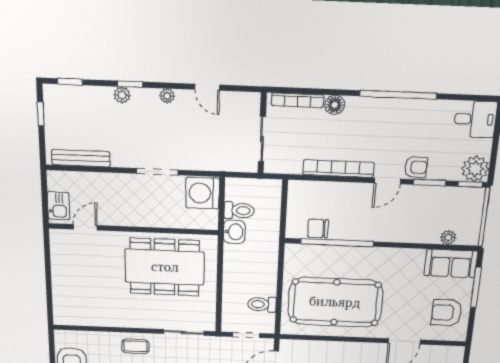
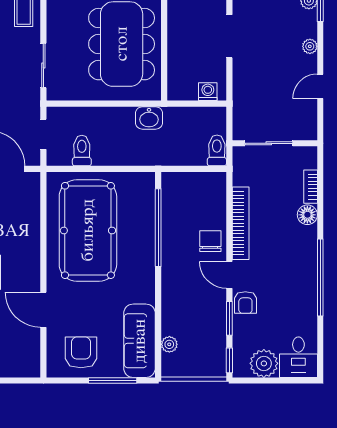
bookcase: (297, 100) -> (311, 187), width x0.64
plant: (475, 169) -> (264, 363), moved
washing machine: (203, 193) -> (208, 92), width x0.53, depth x0.53
toilet: (239, 210) -> (217, 150), moved, turned 180
chair: (318, 229) -> (210, 241), moved
washbasin: (234, 232) -> (149, 118), moved
sofa: (451, 263) -> (140, 341), width x1.36

